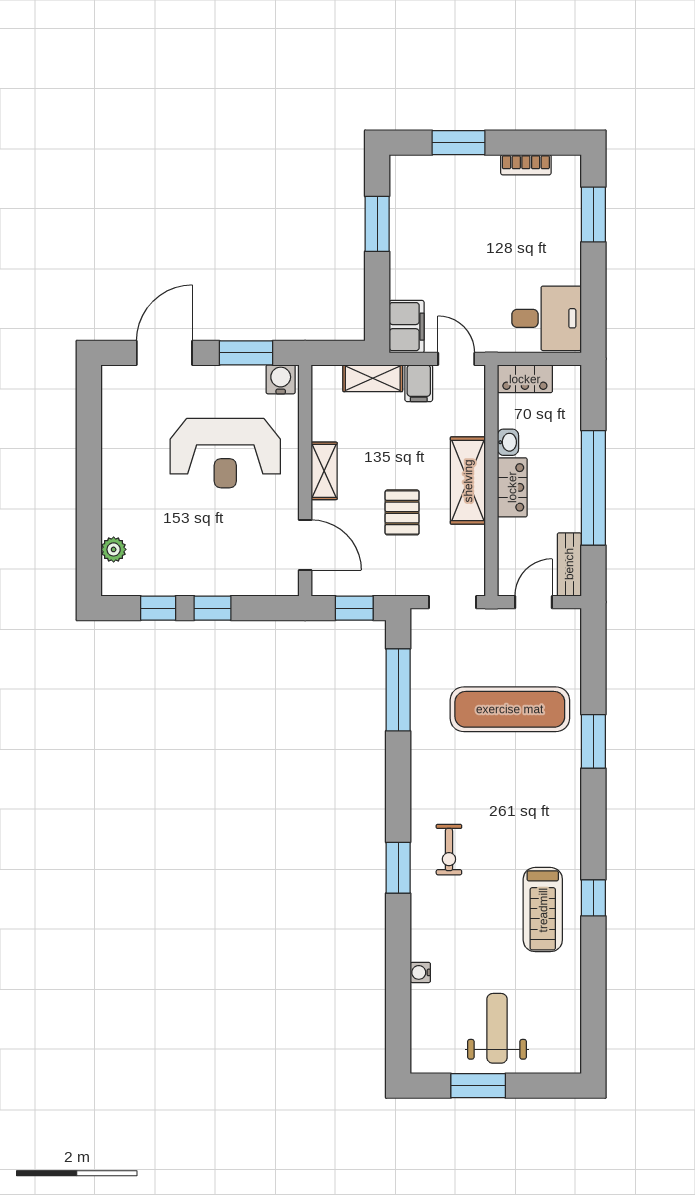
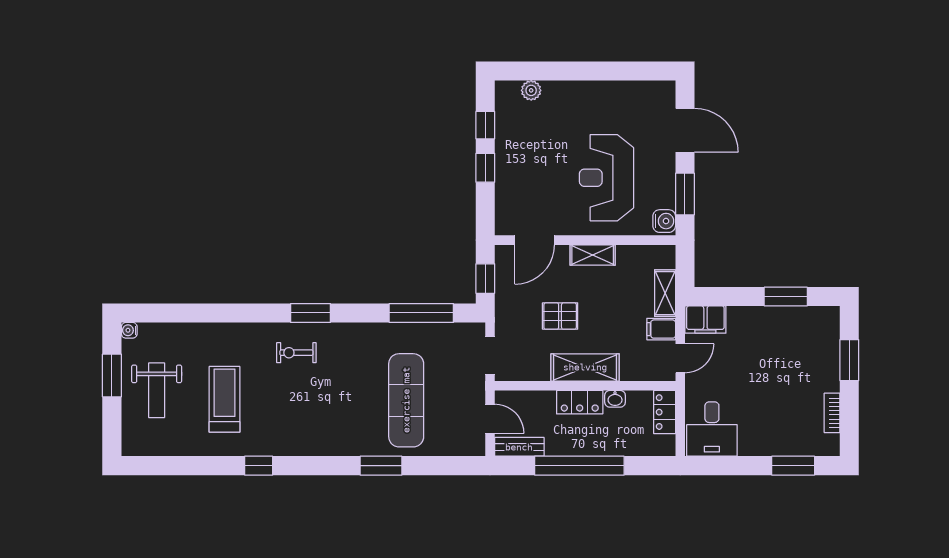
window: (398, 868) -> (310, 313), moved
treadmill: (543, 910) -> (224, 399), moved, turned 90
water cooler: (420, 972) -> (129, 330), moved, turned -90
weight bench: (497, 1028) -> (157, 390), turned 90

